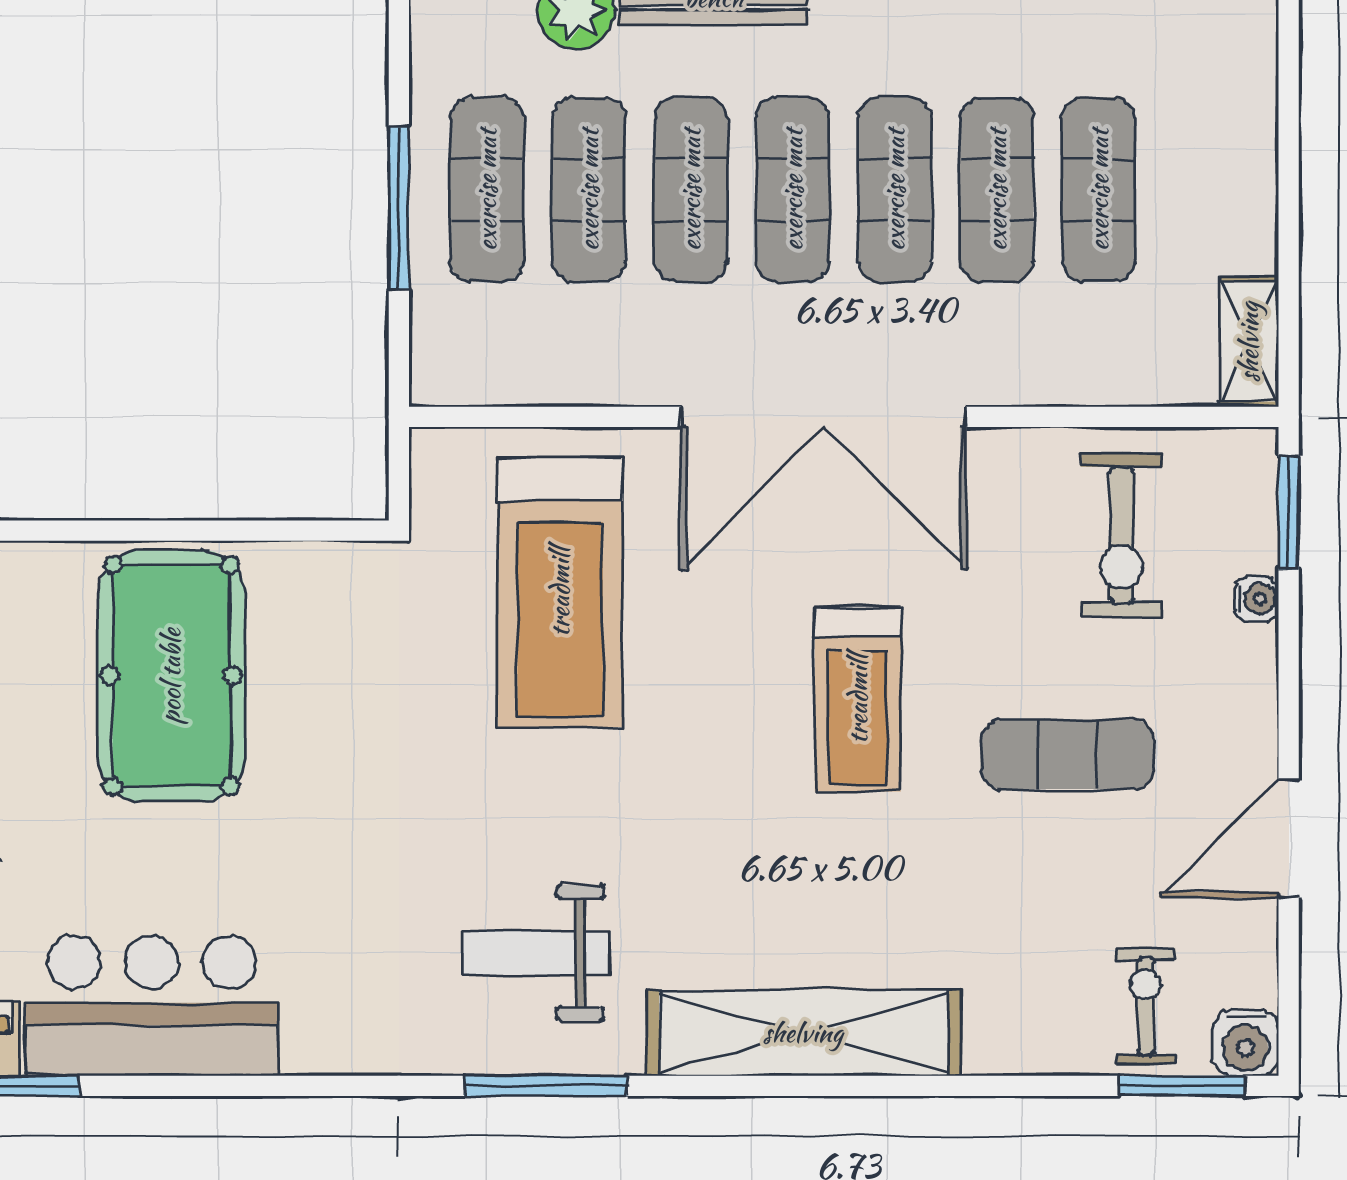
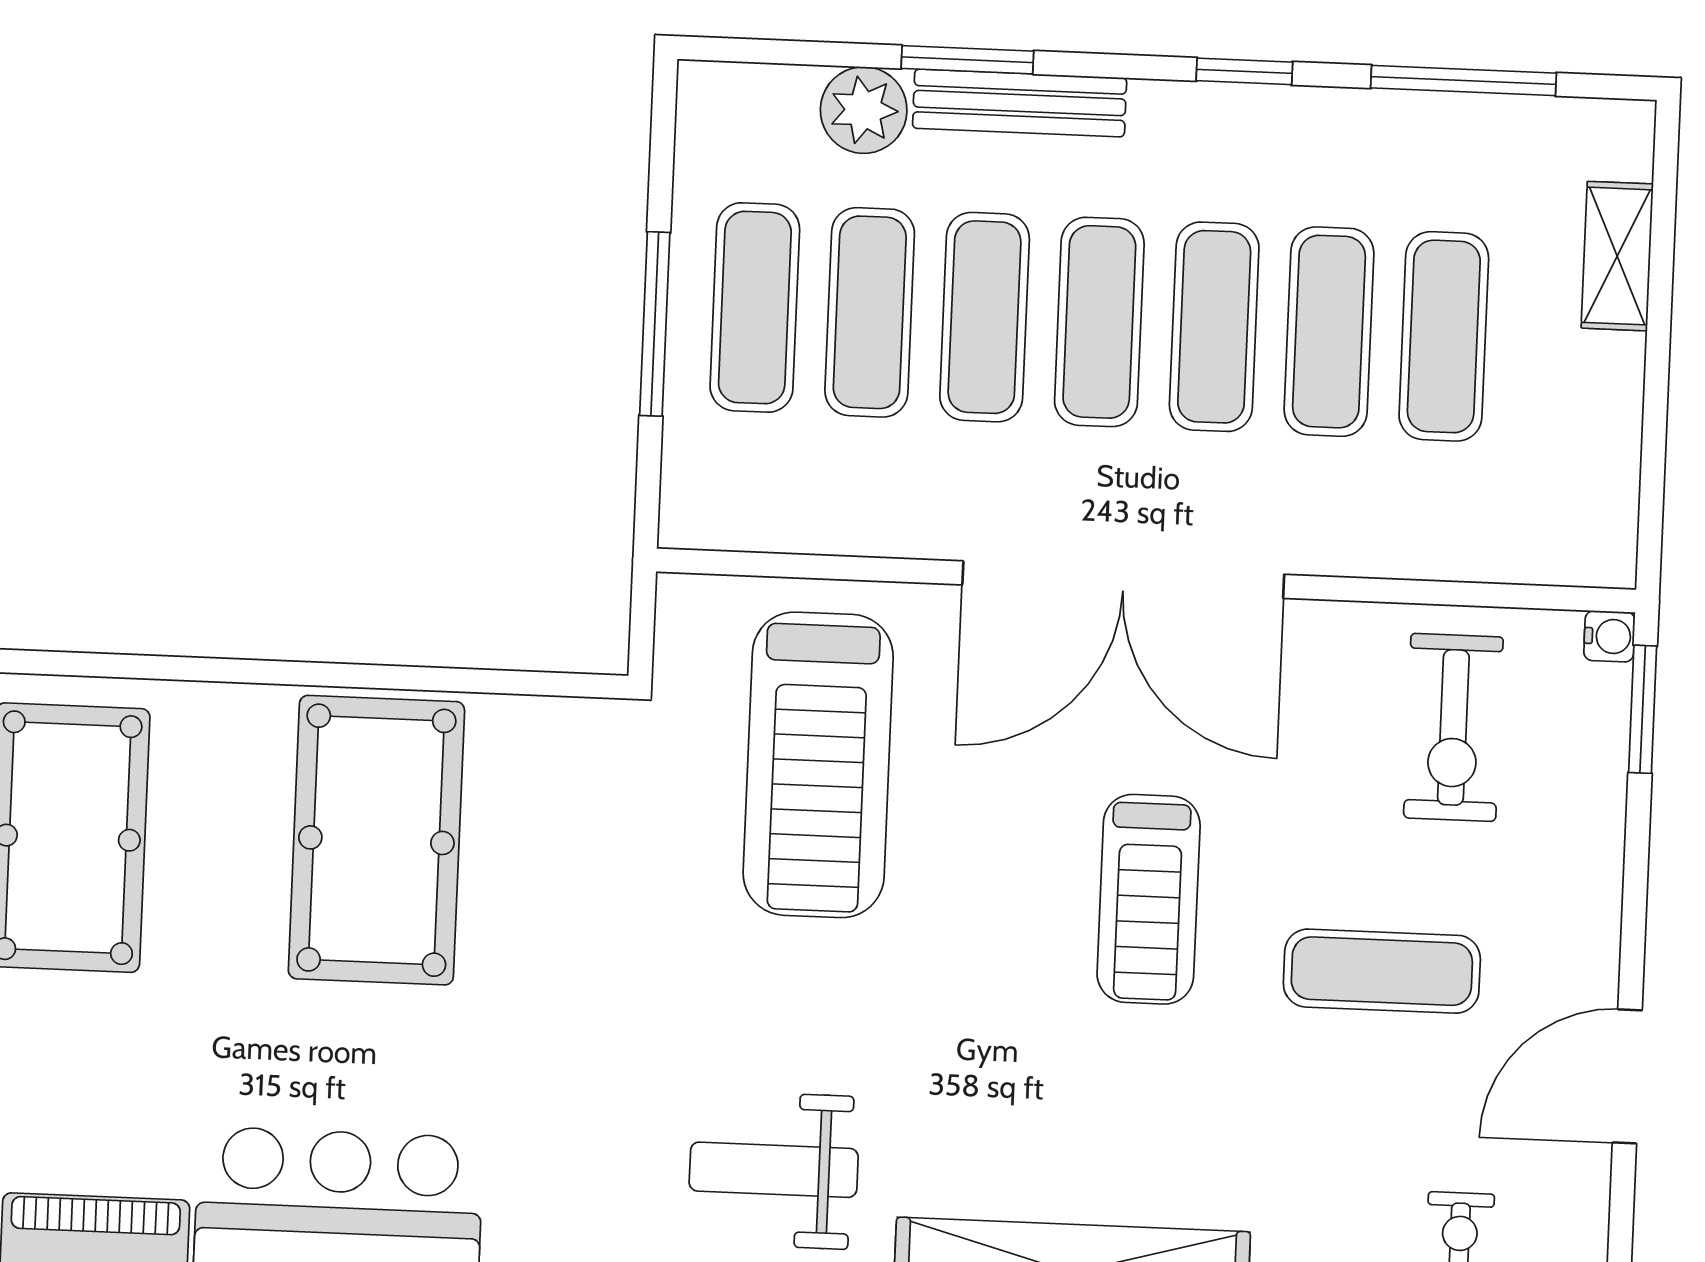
shelving: (1249, 342) -> (1617, 256), moved
water cooler: (1256, 599) -> (1609, 636), moved

